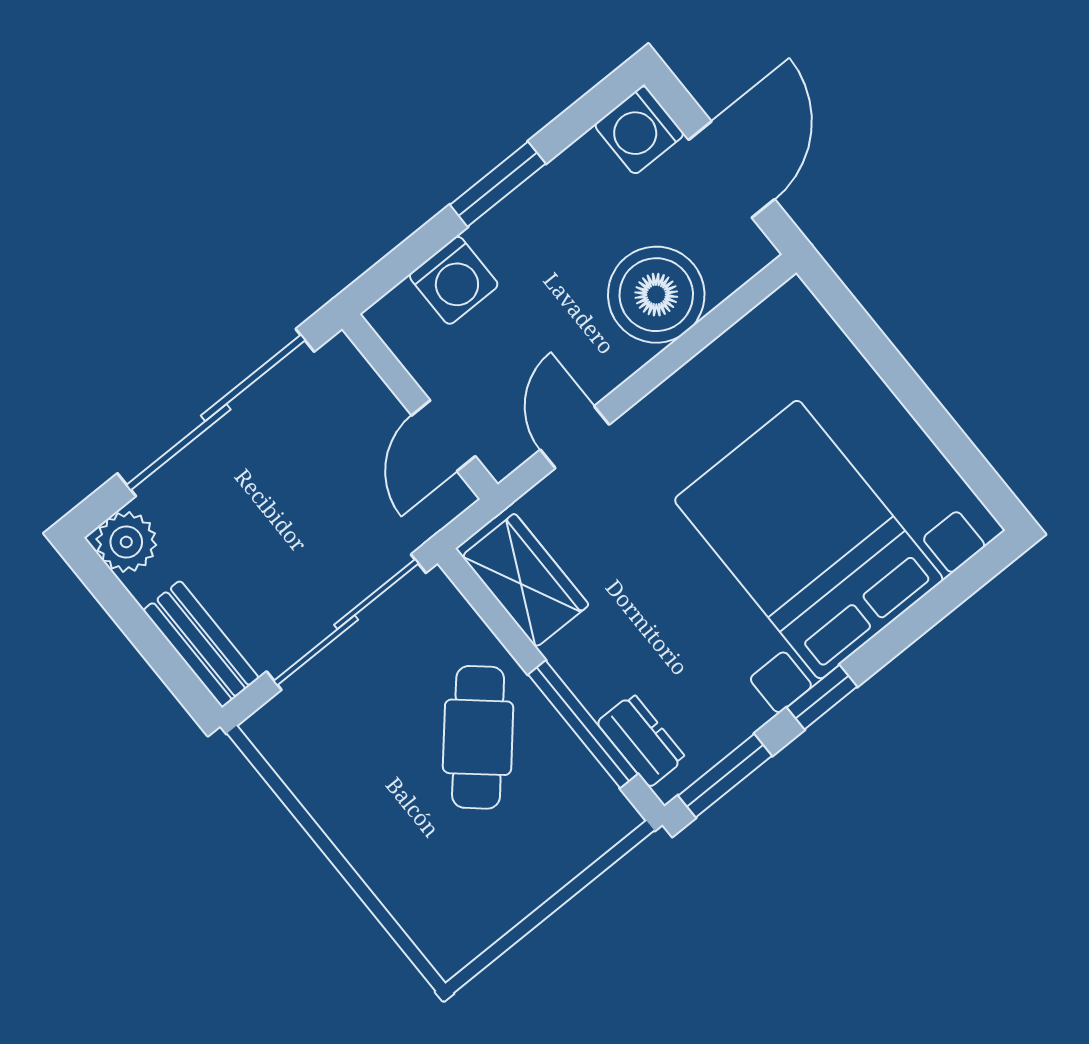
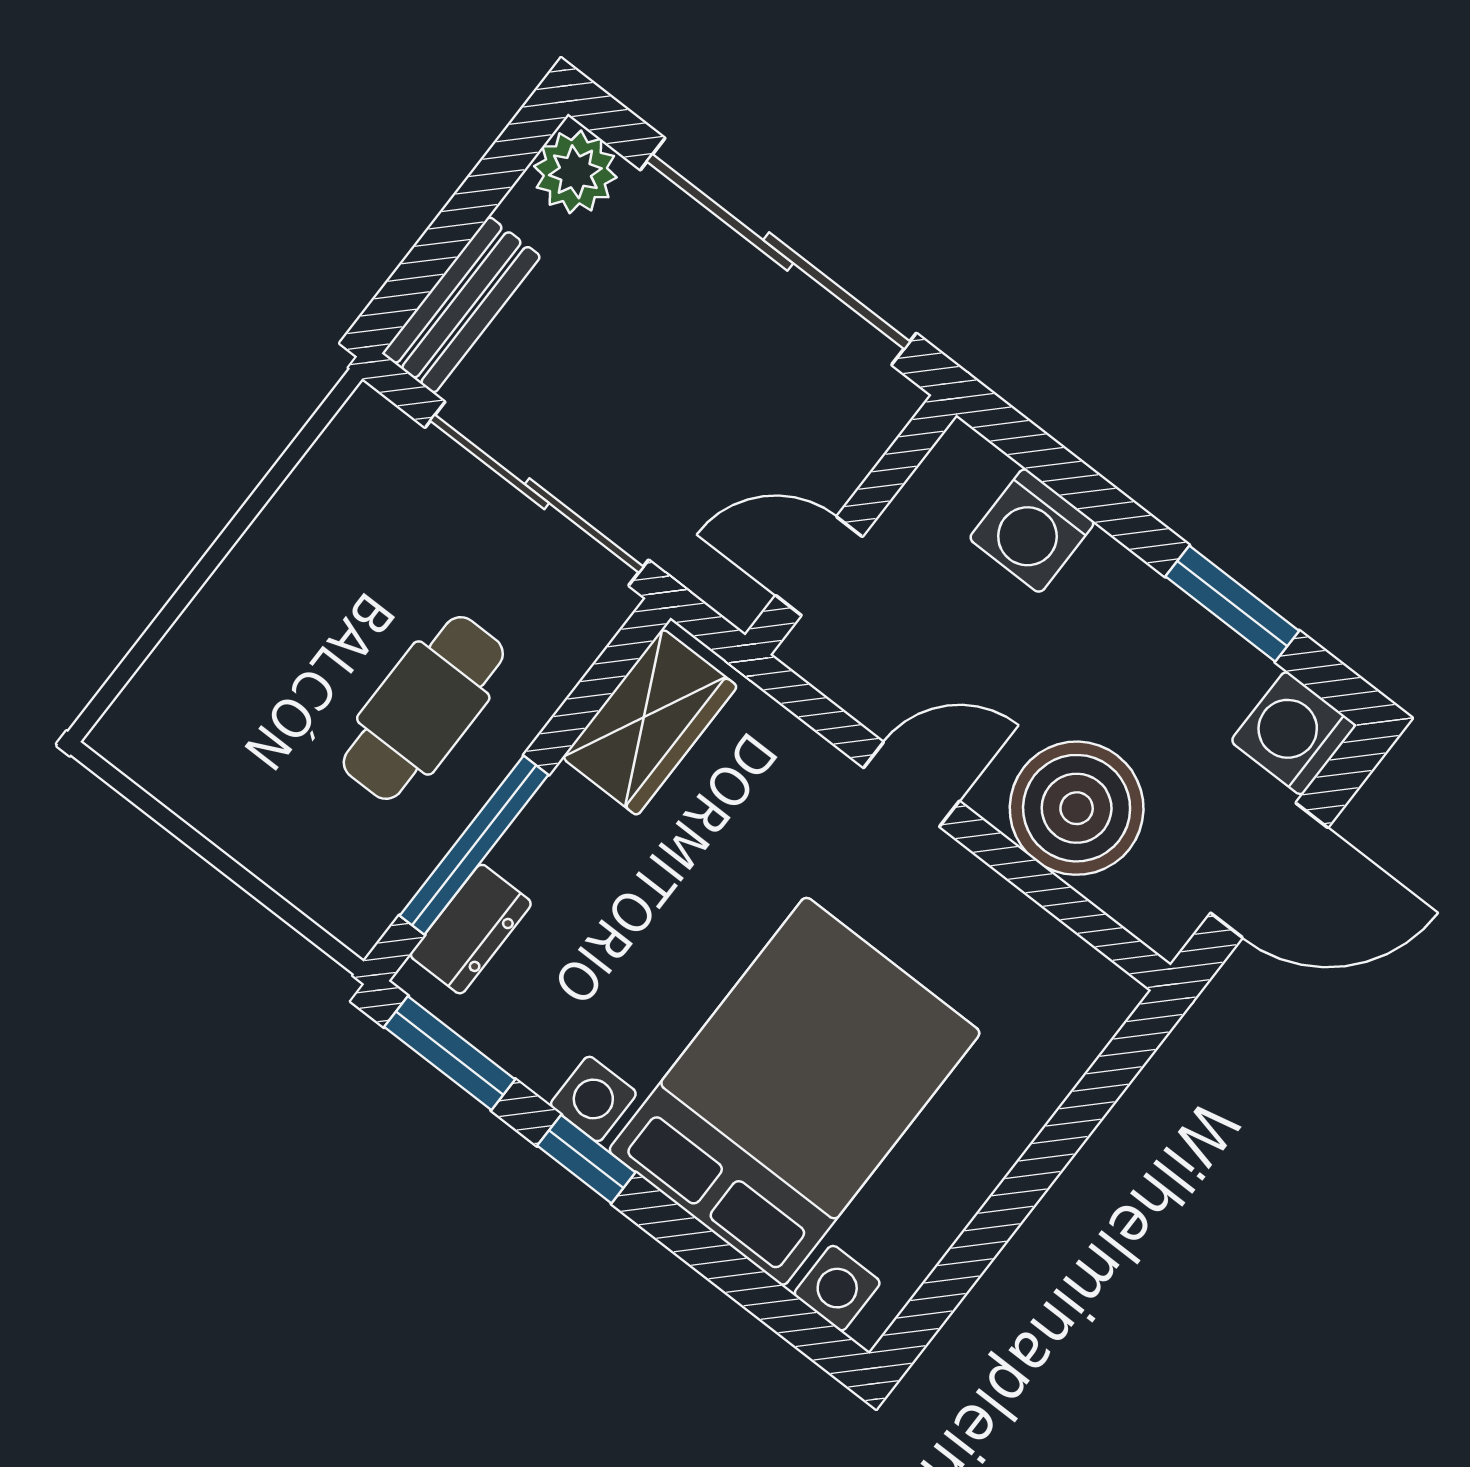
window: (498, 184) -> (1232, 604), moved
door: (575, 437) -> (911, 784), moved
cafe table: (478, 737) -> (423, 708), turned -41

